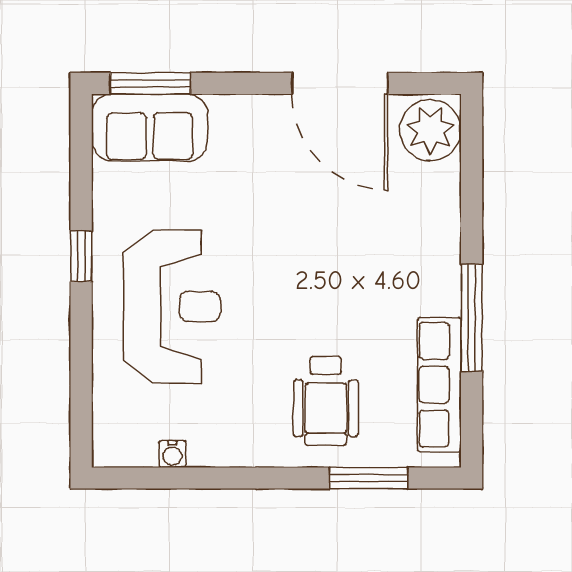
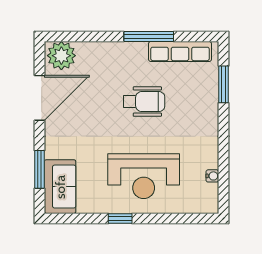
window: (150, 83) -> (40, 169), moved
reception desk: (172, 307) -> (144, 176), turned 180
wheelchair: (326, 401) -> (144, 102), moved

